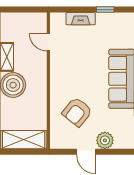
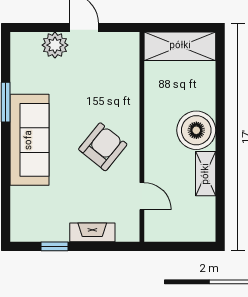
armchair: (77, 112) -> (103, 147), moved

